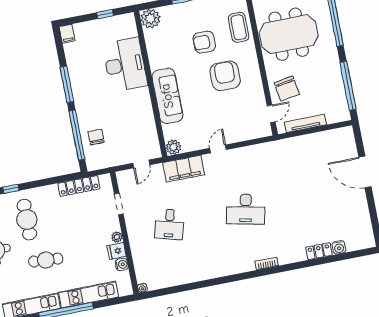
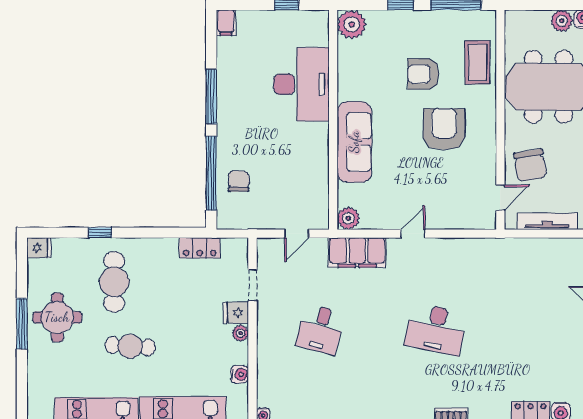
locker: (79, 186) -> (200, 248), width x0.66
fridge: (117, 251) -> (236, 313), moved

